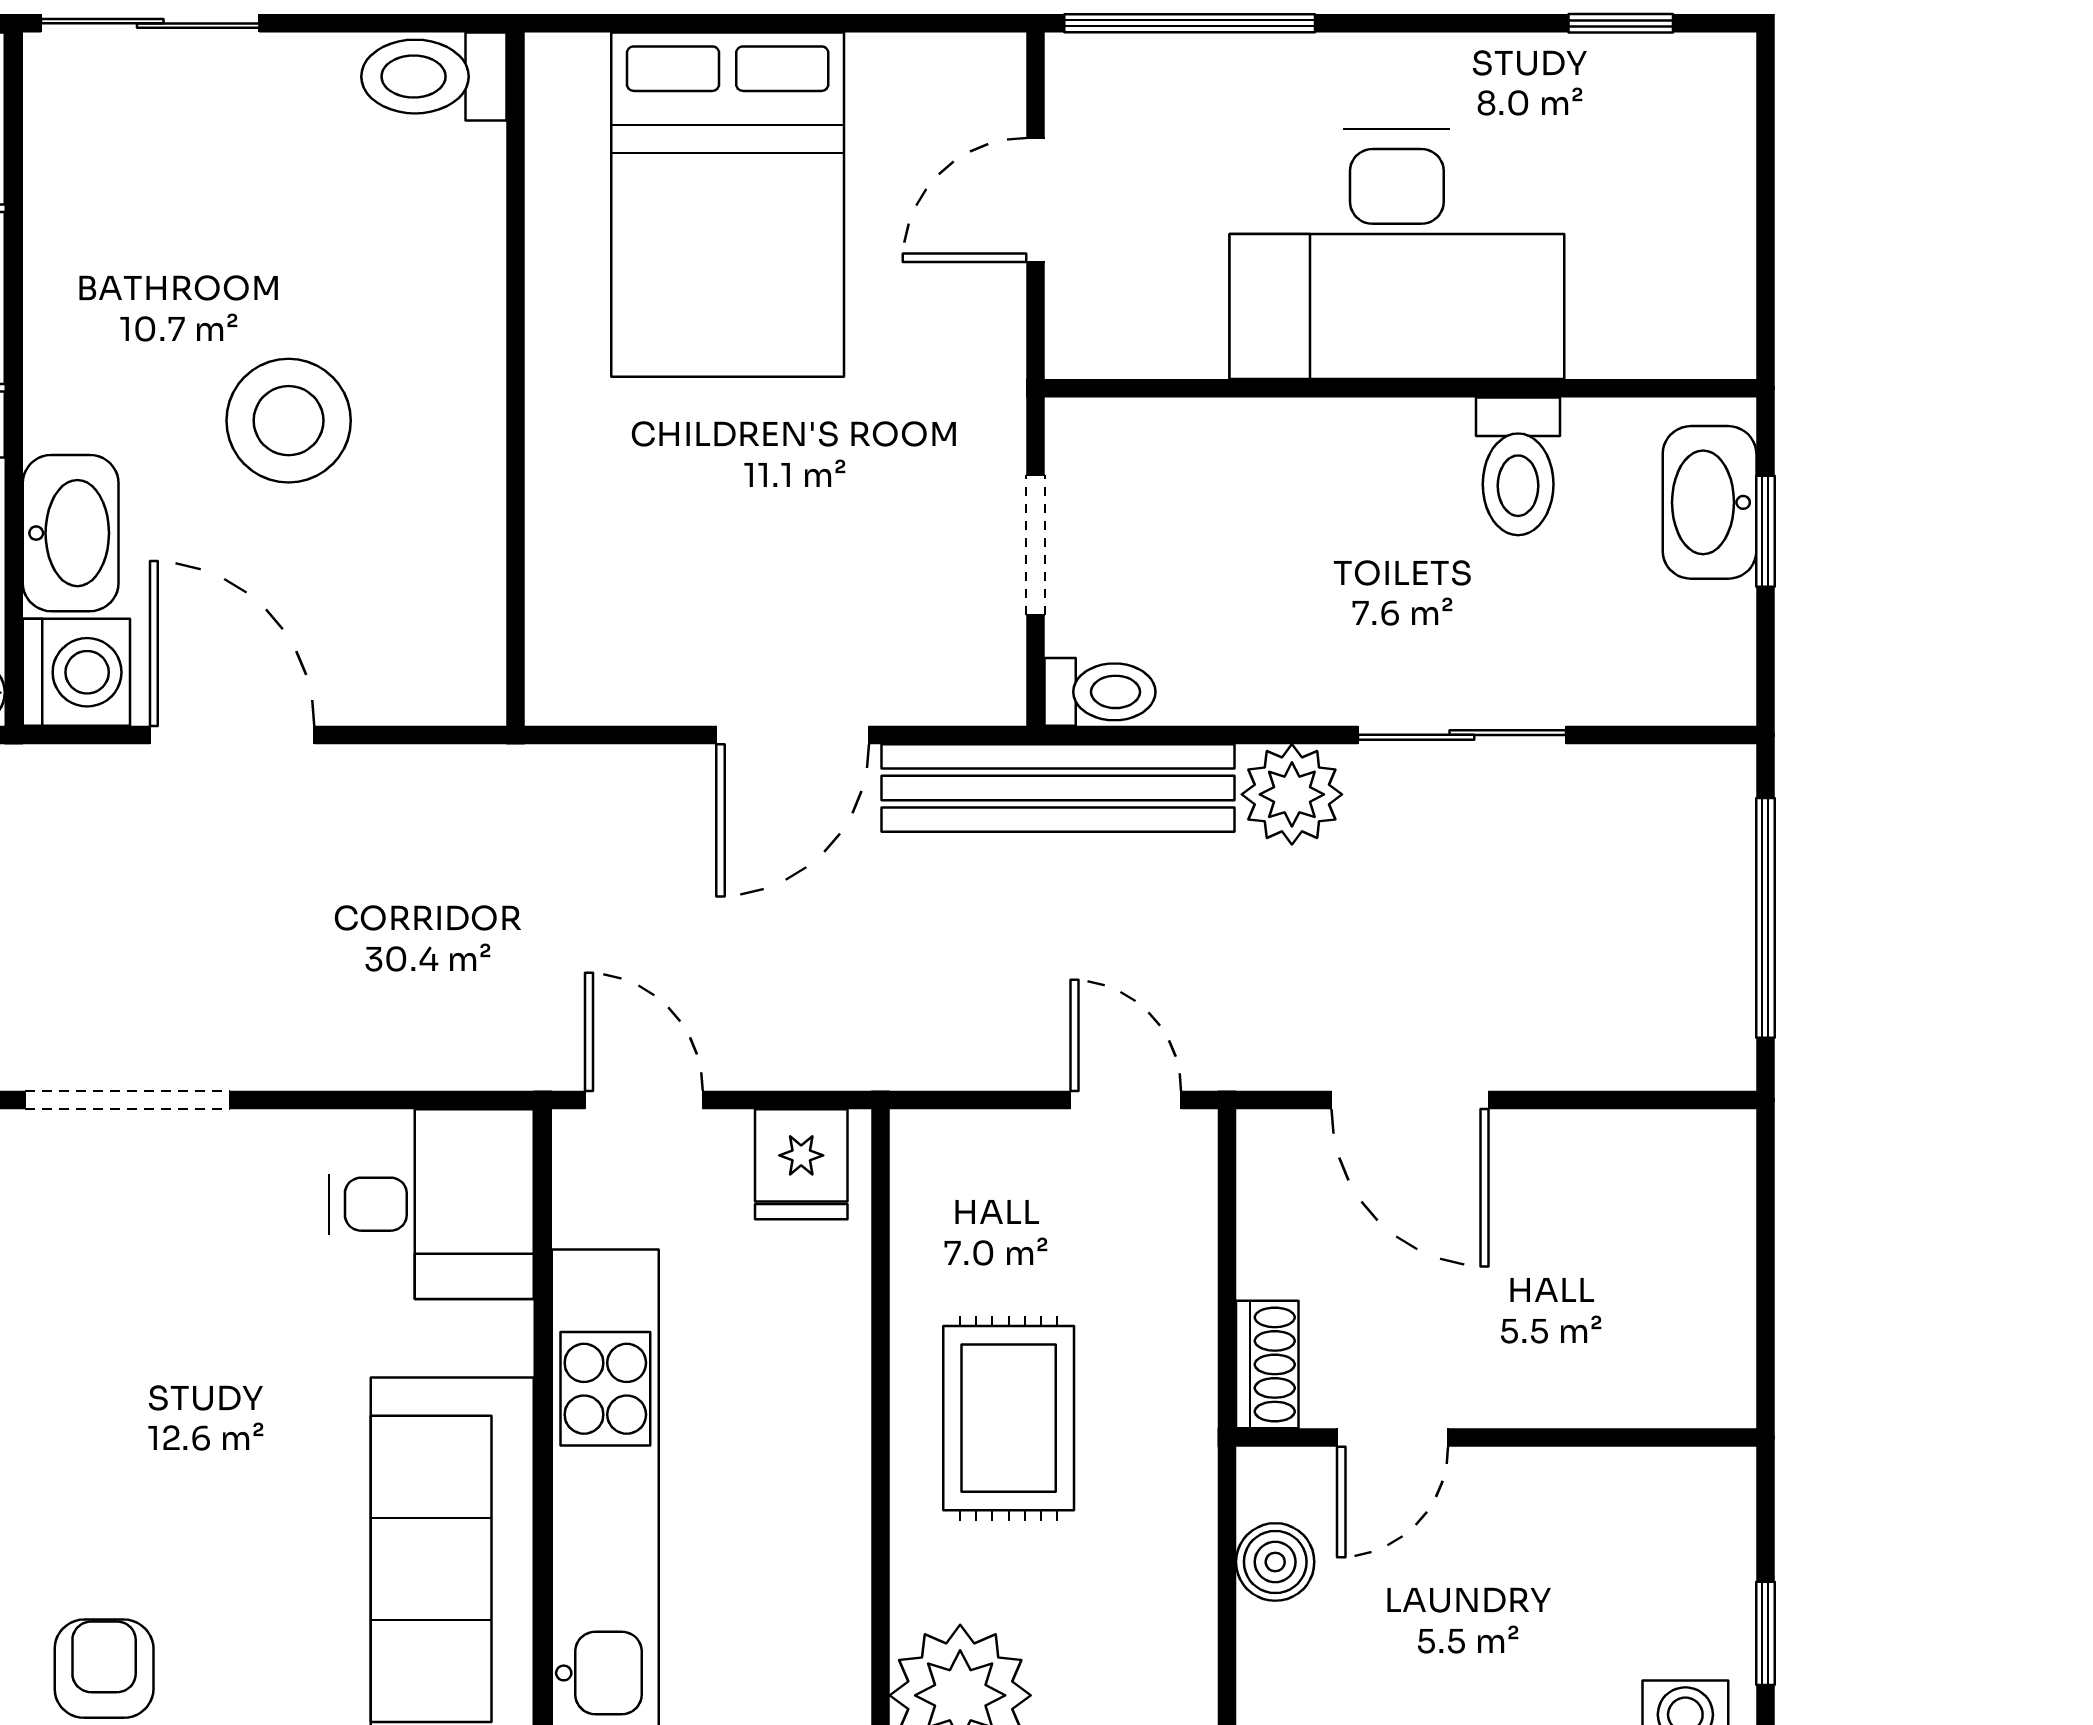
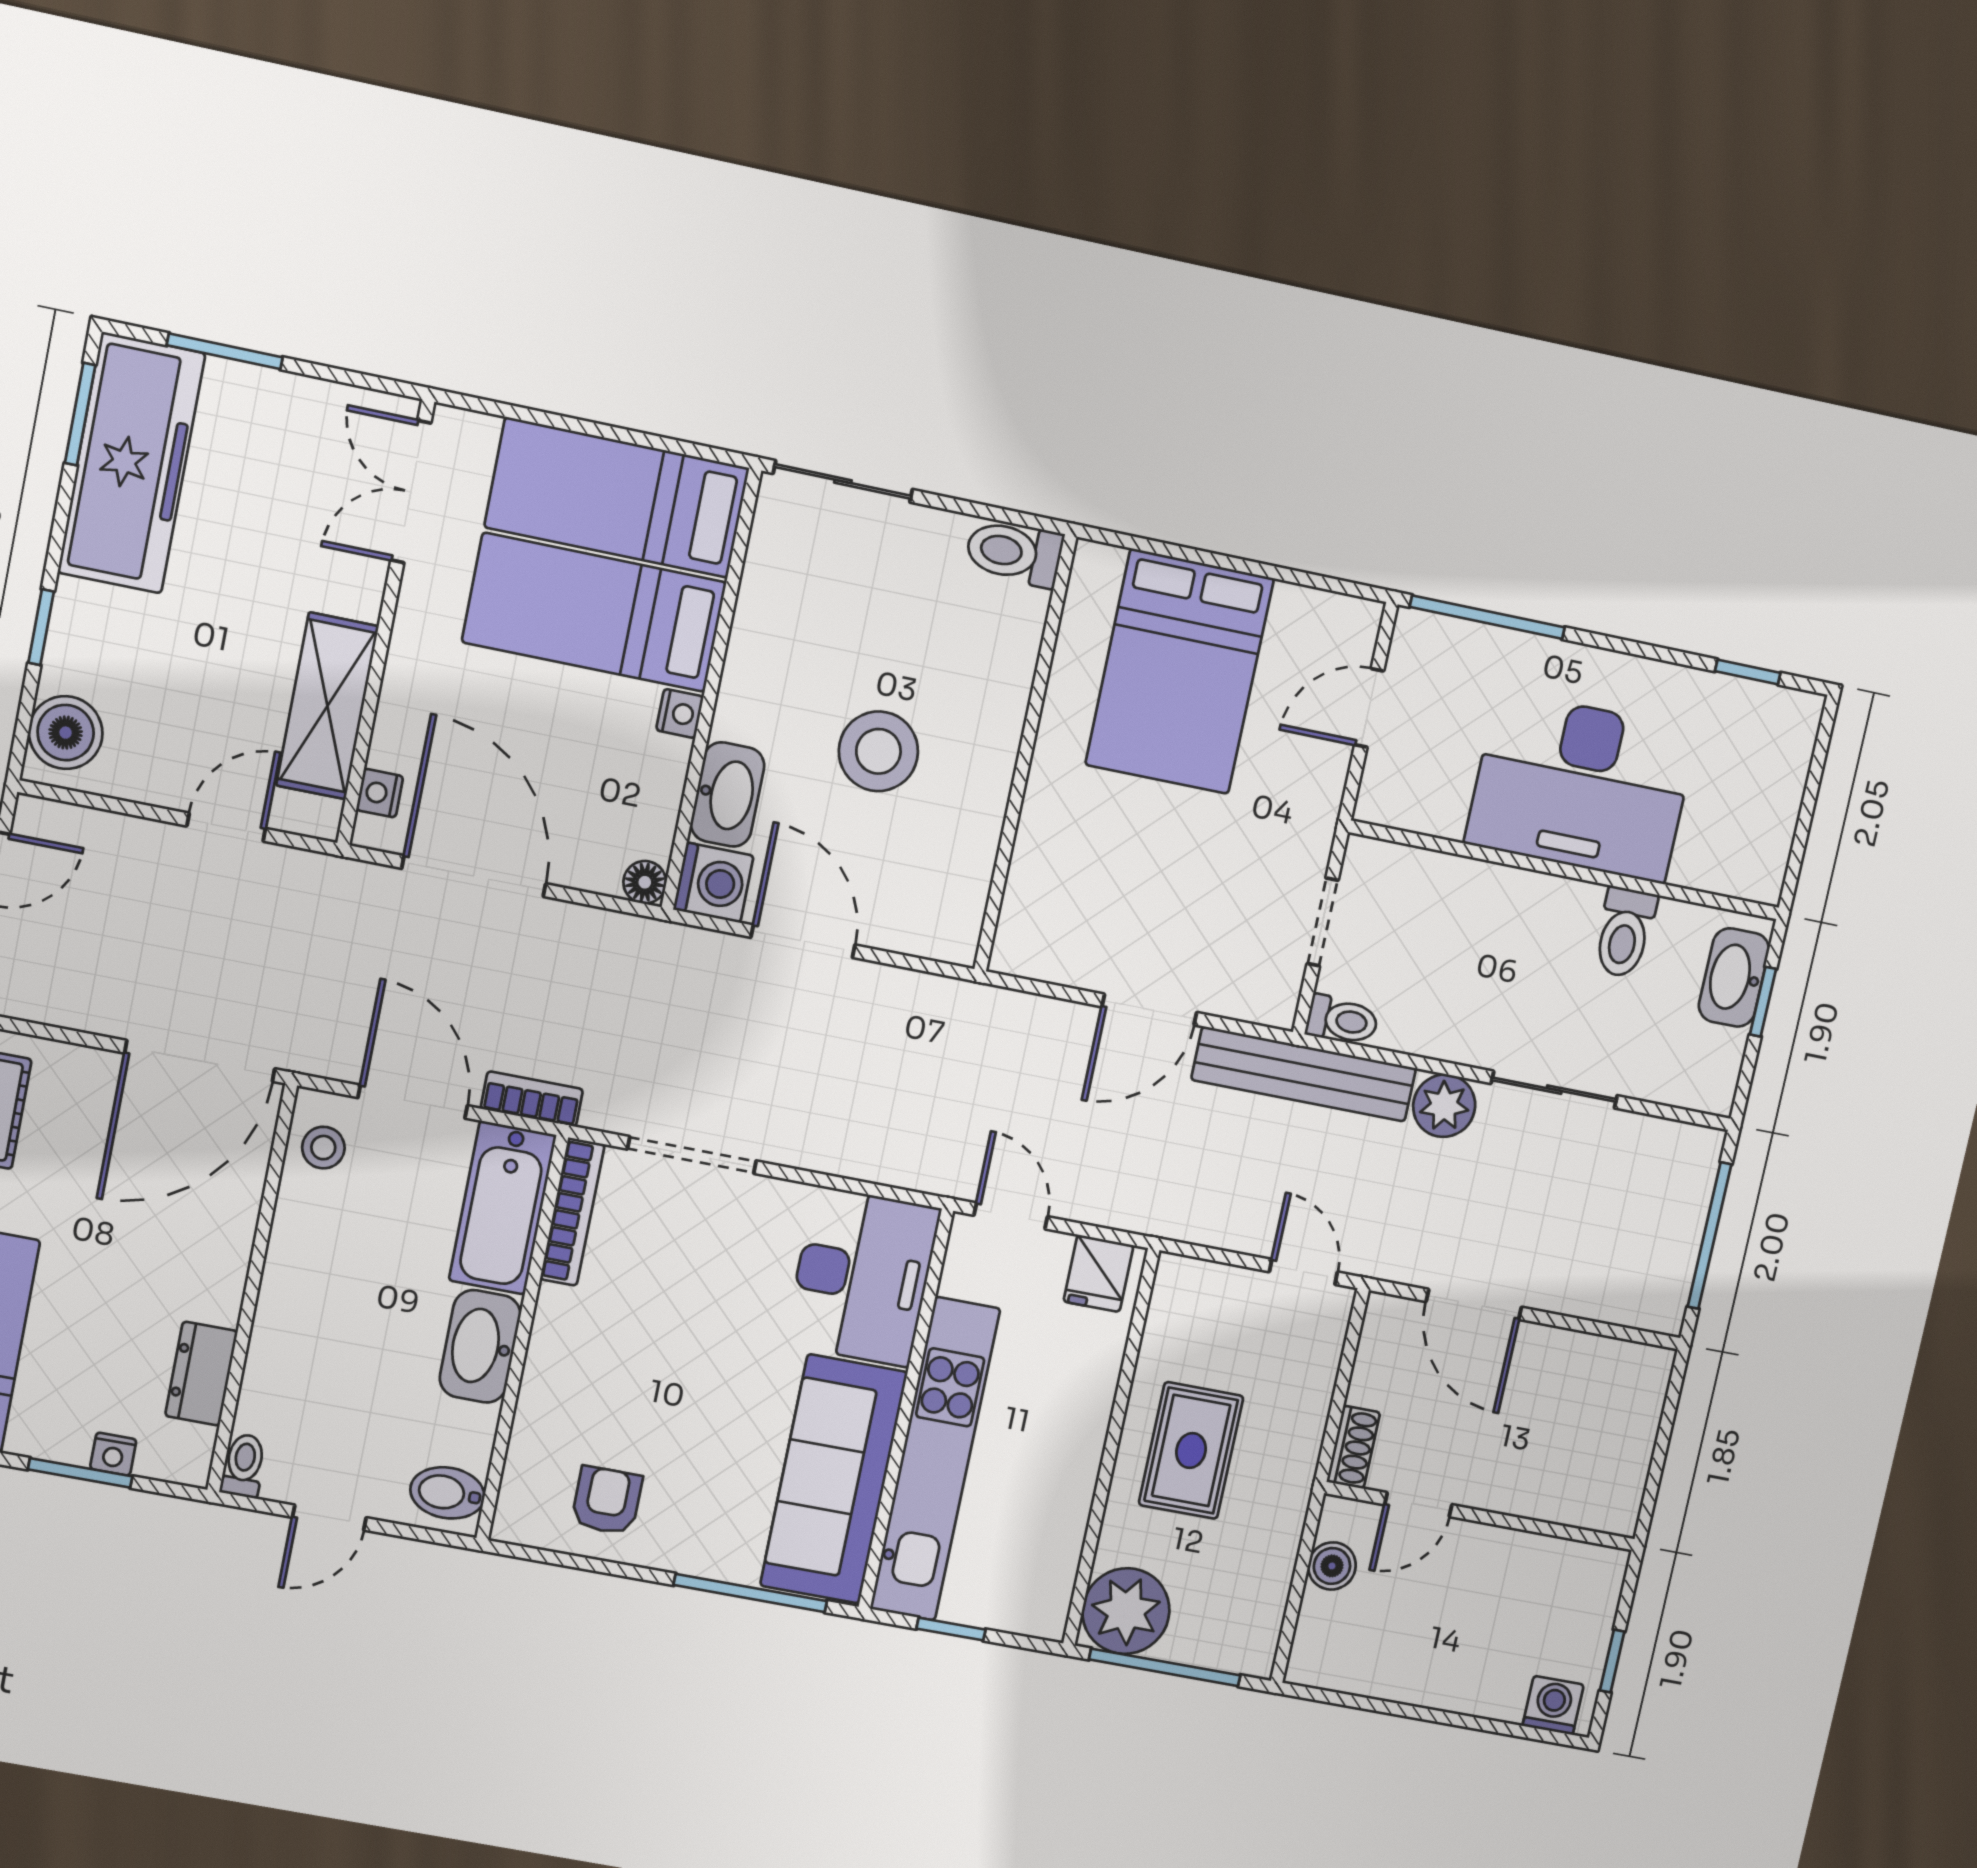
desk: (431, 1204) -> (862, 1276), width x1.37

